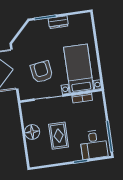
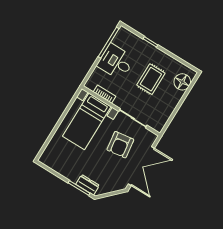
dresser: (58, 22) -> (88, 185), moved
floor lamp: (32, 132) -> (182, 82), moved
desk: (94, 145) -> (116, 62), moved, turned -90

